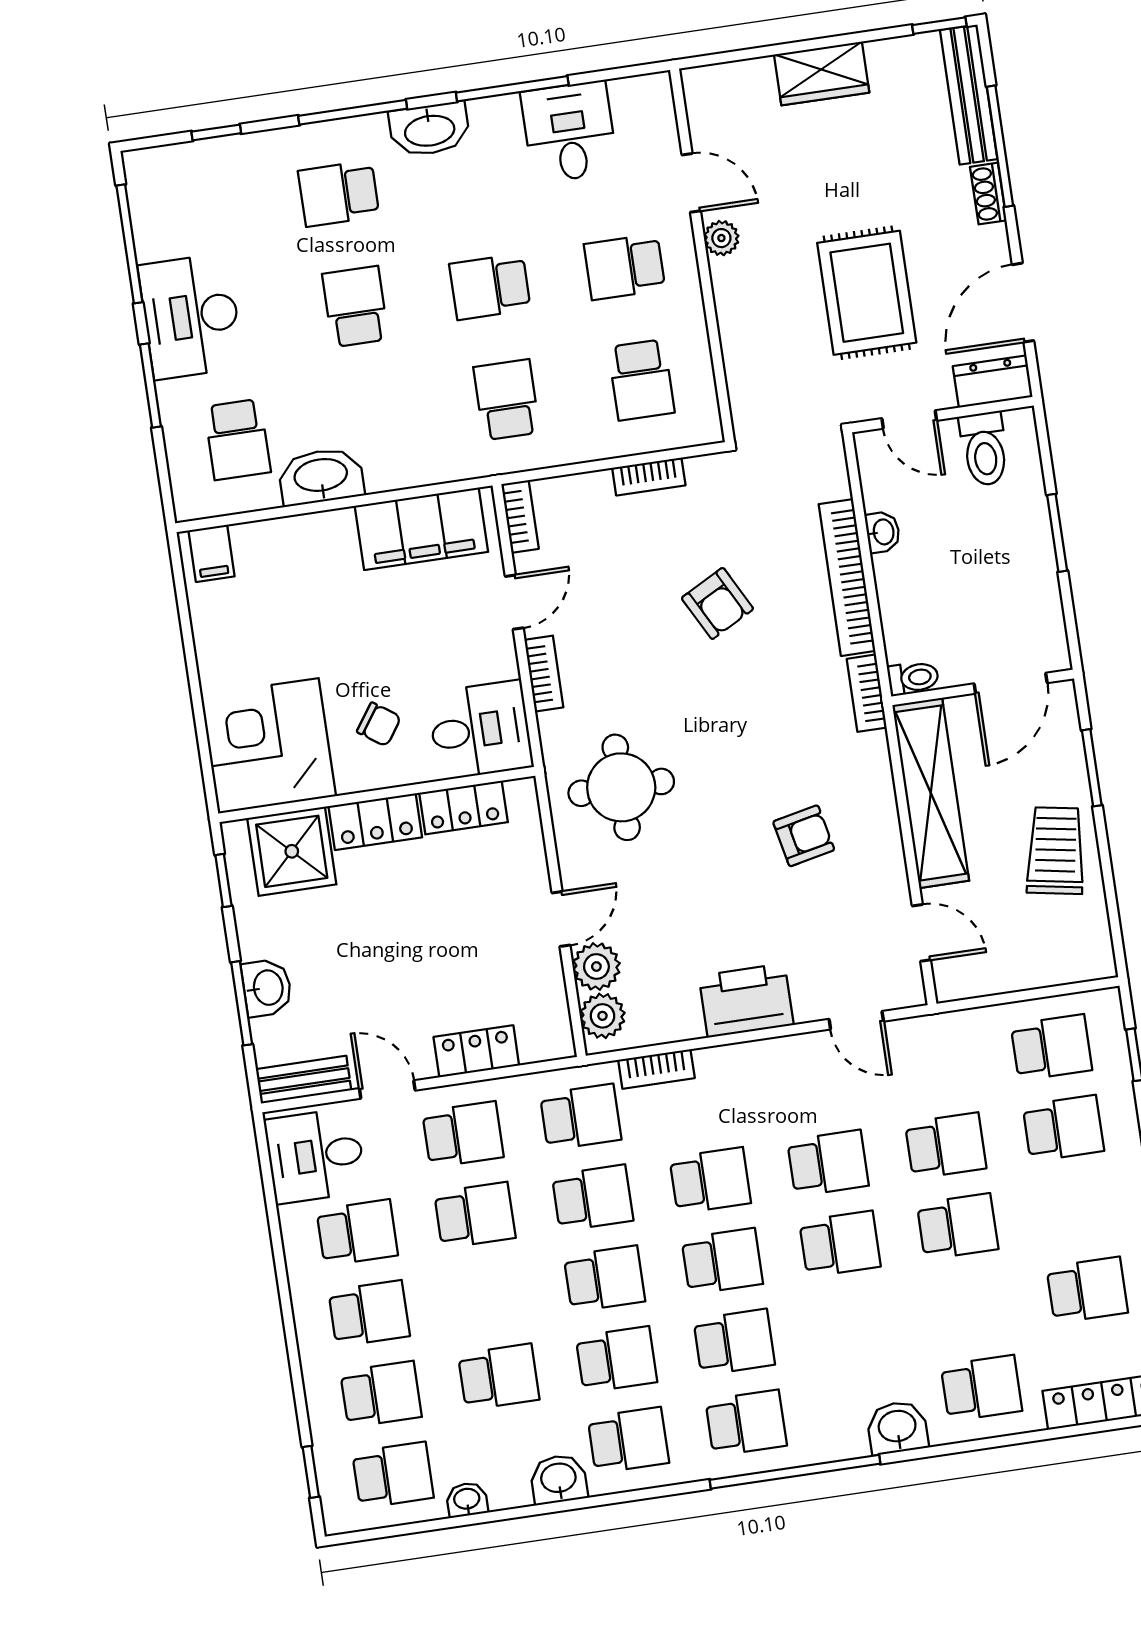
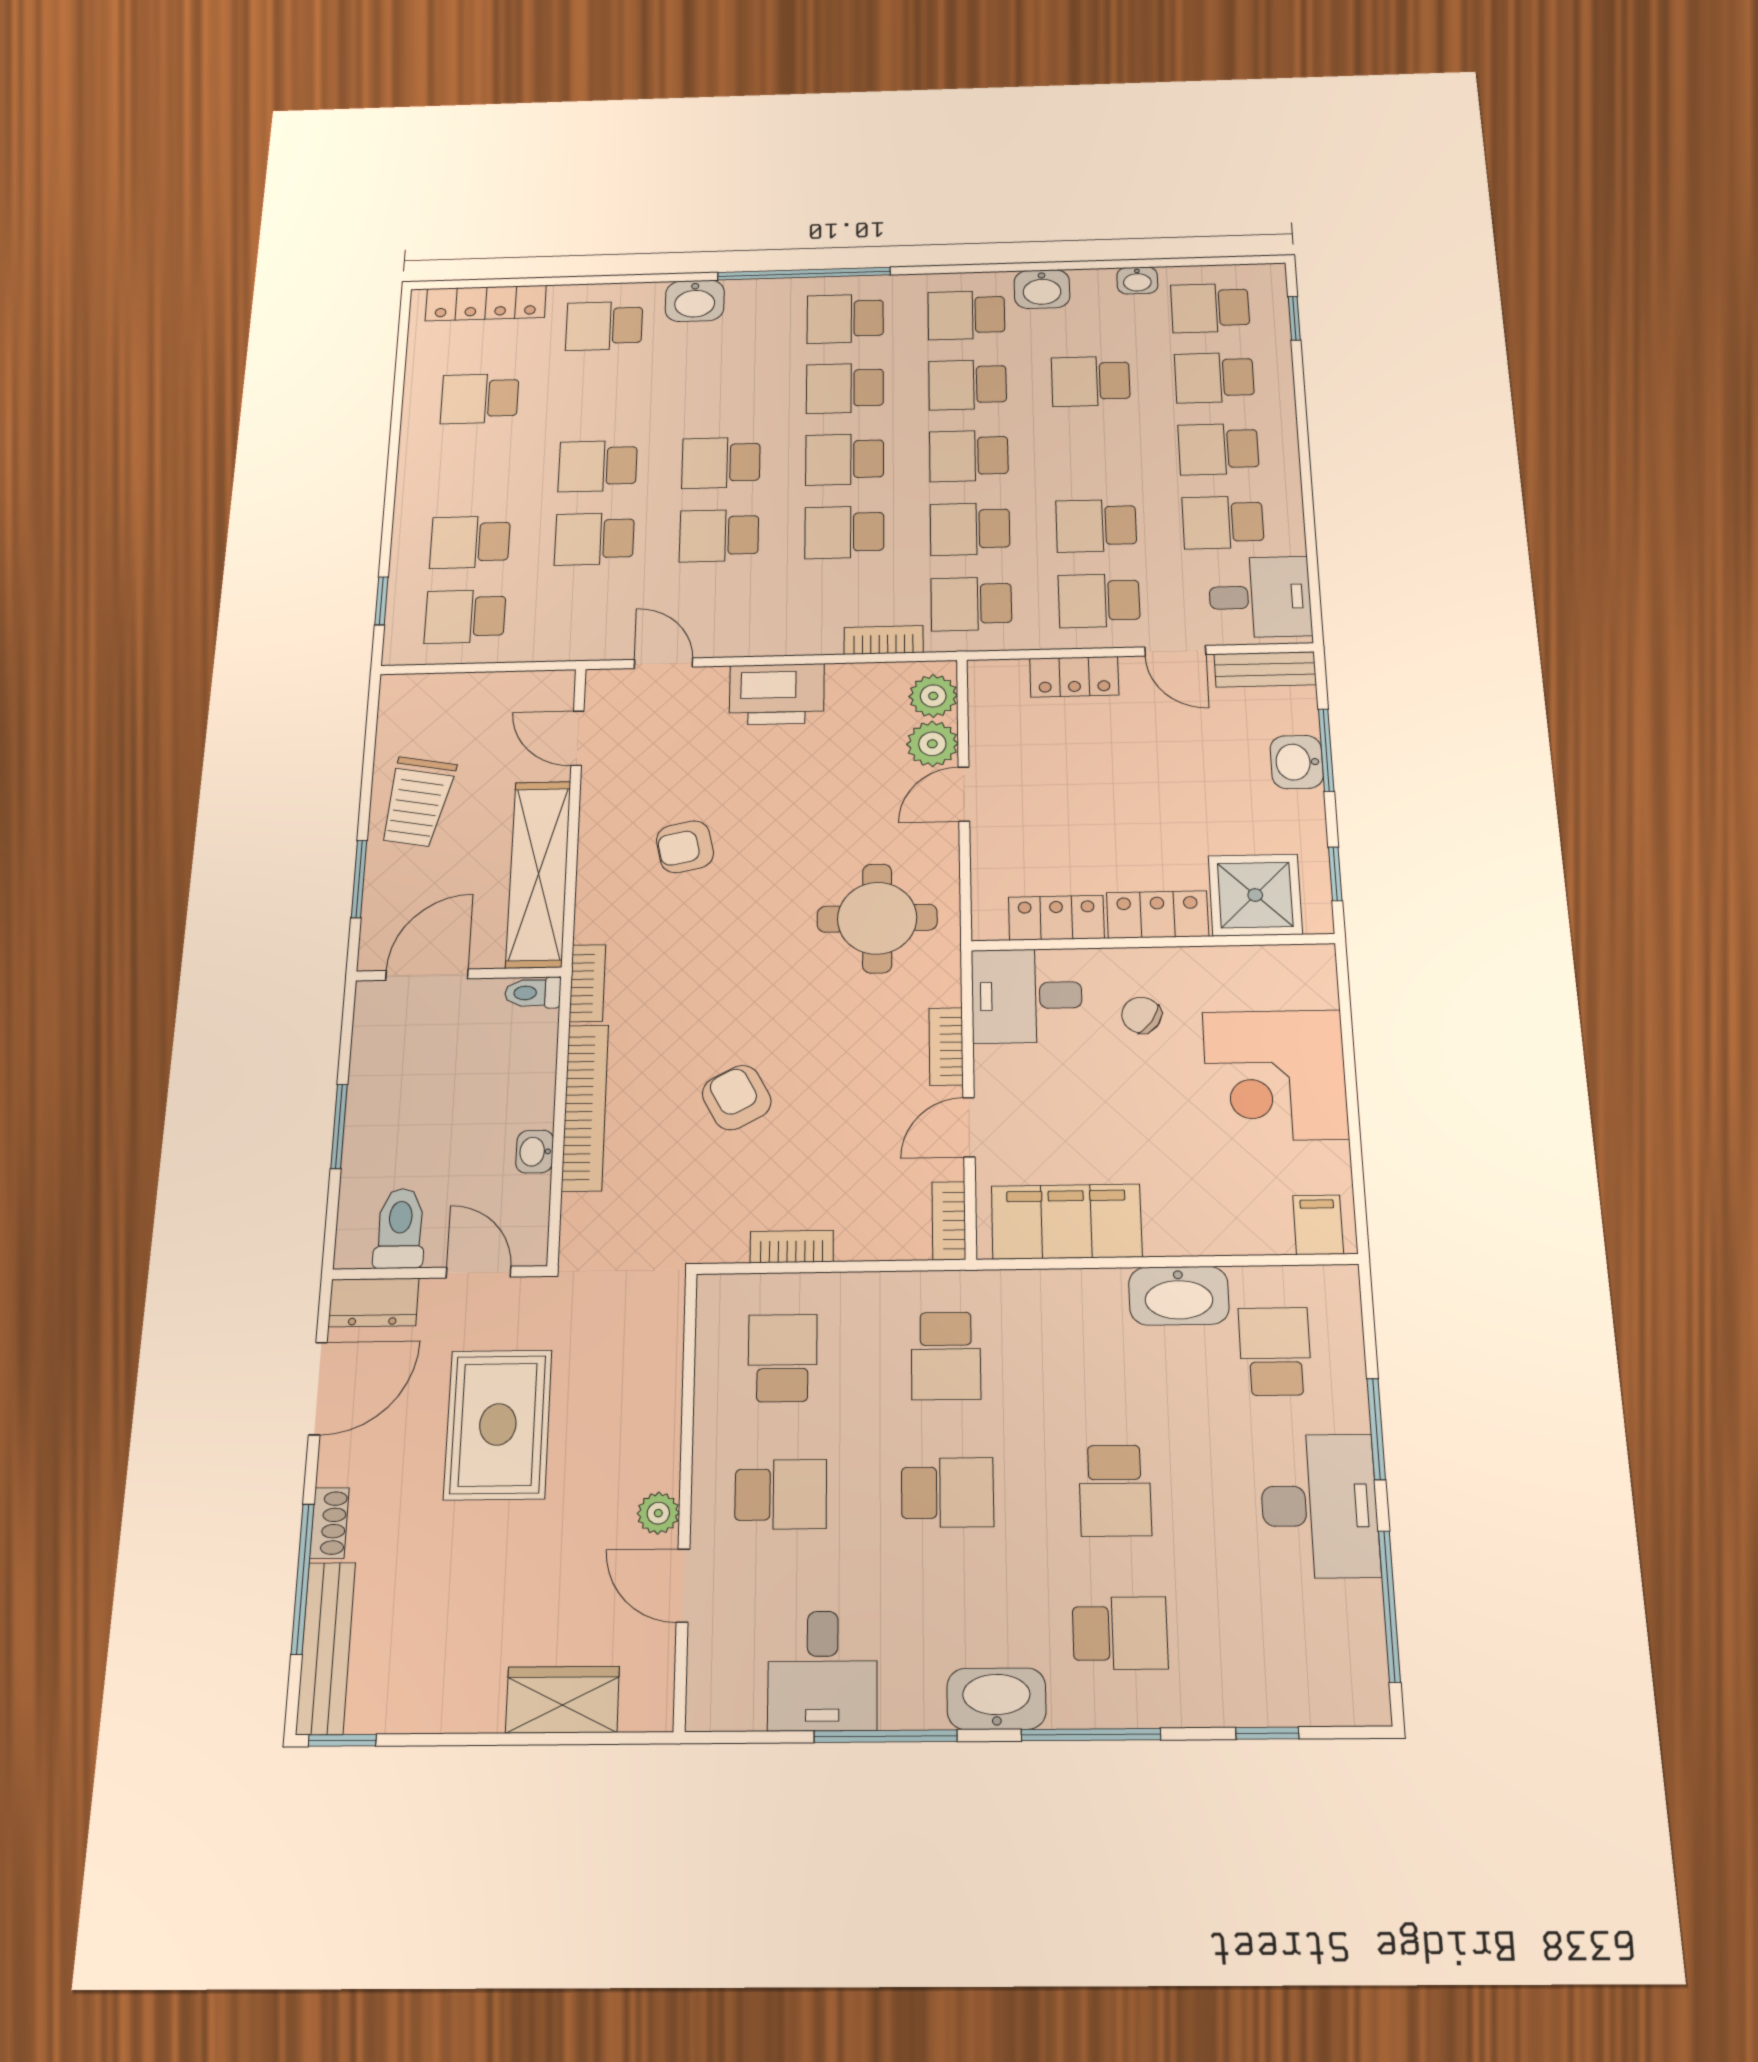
wardrobe: (822, 74) -> (562, 1700), moved
corner desk: (268, 746) -> (1275, 1075), moved, turned 90

